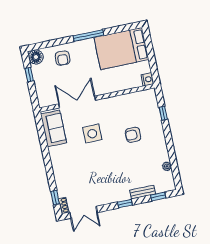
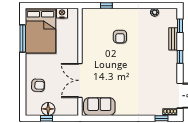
window: (88, 36) -> (23, 38), moved
floor lamp: (36, 57) -> (48, 109), moved
nightstand: (147, 79) -> (62, 13), moved
side table: (92, 134) -> (111, 73), removed

